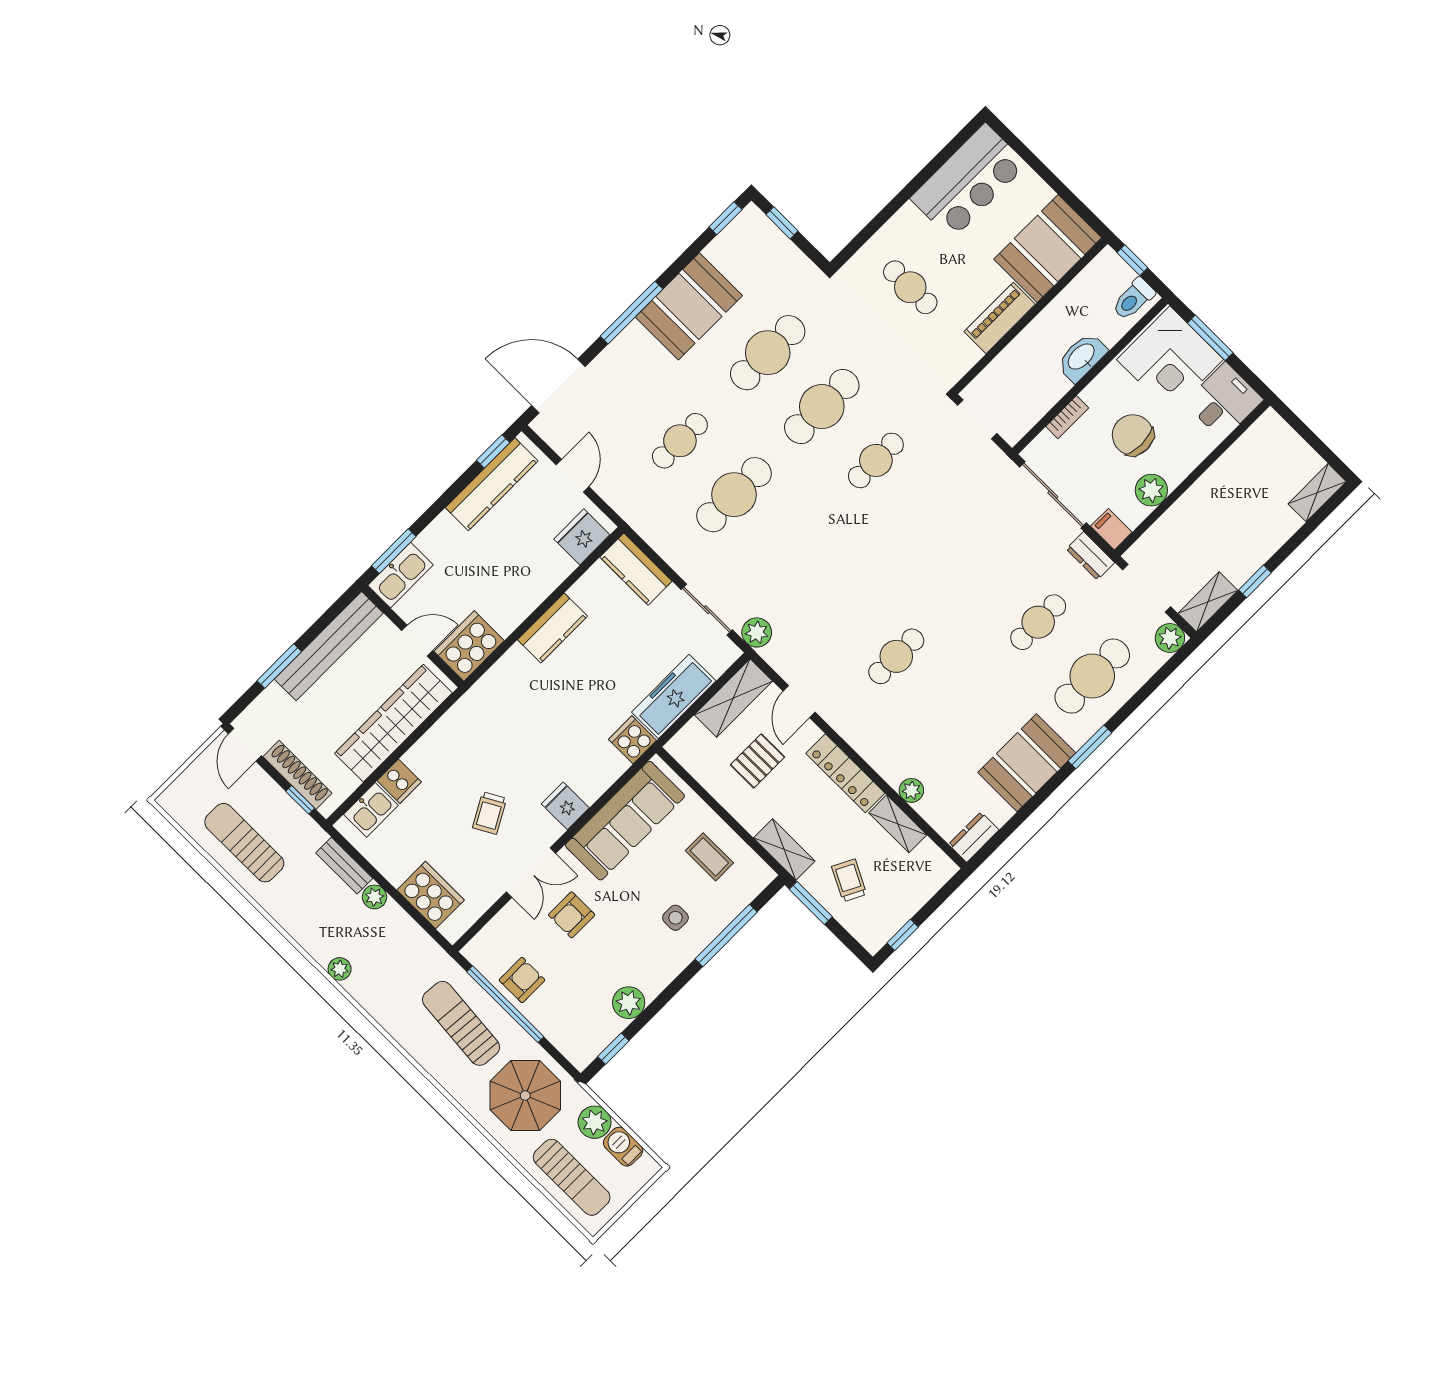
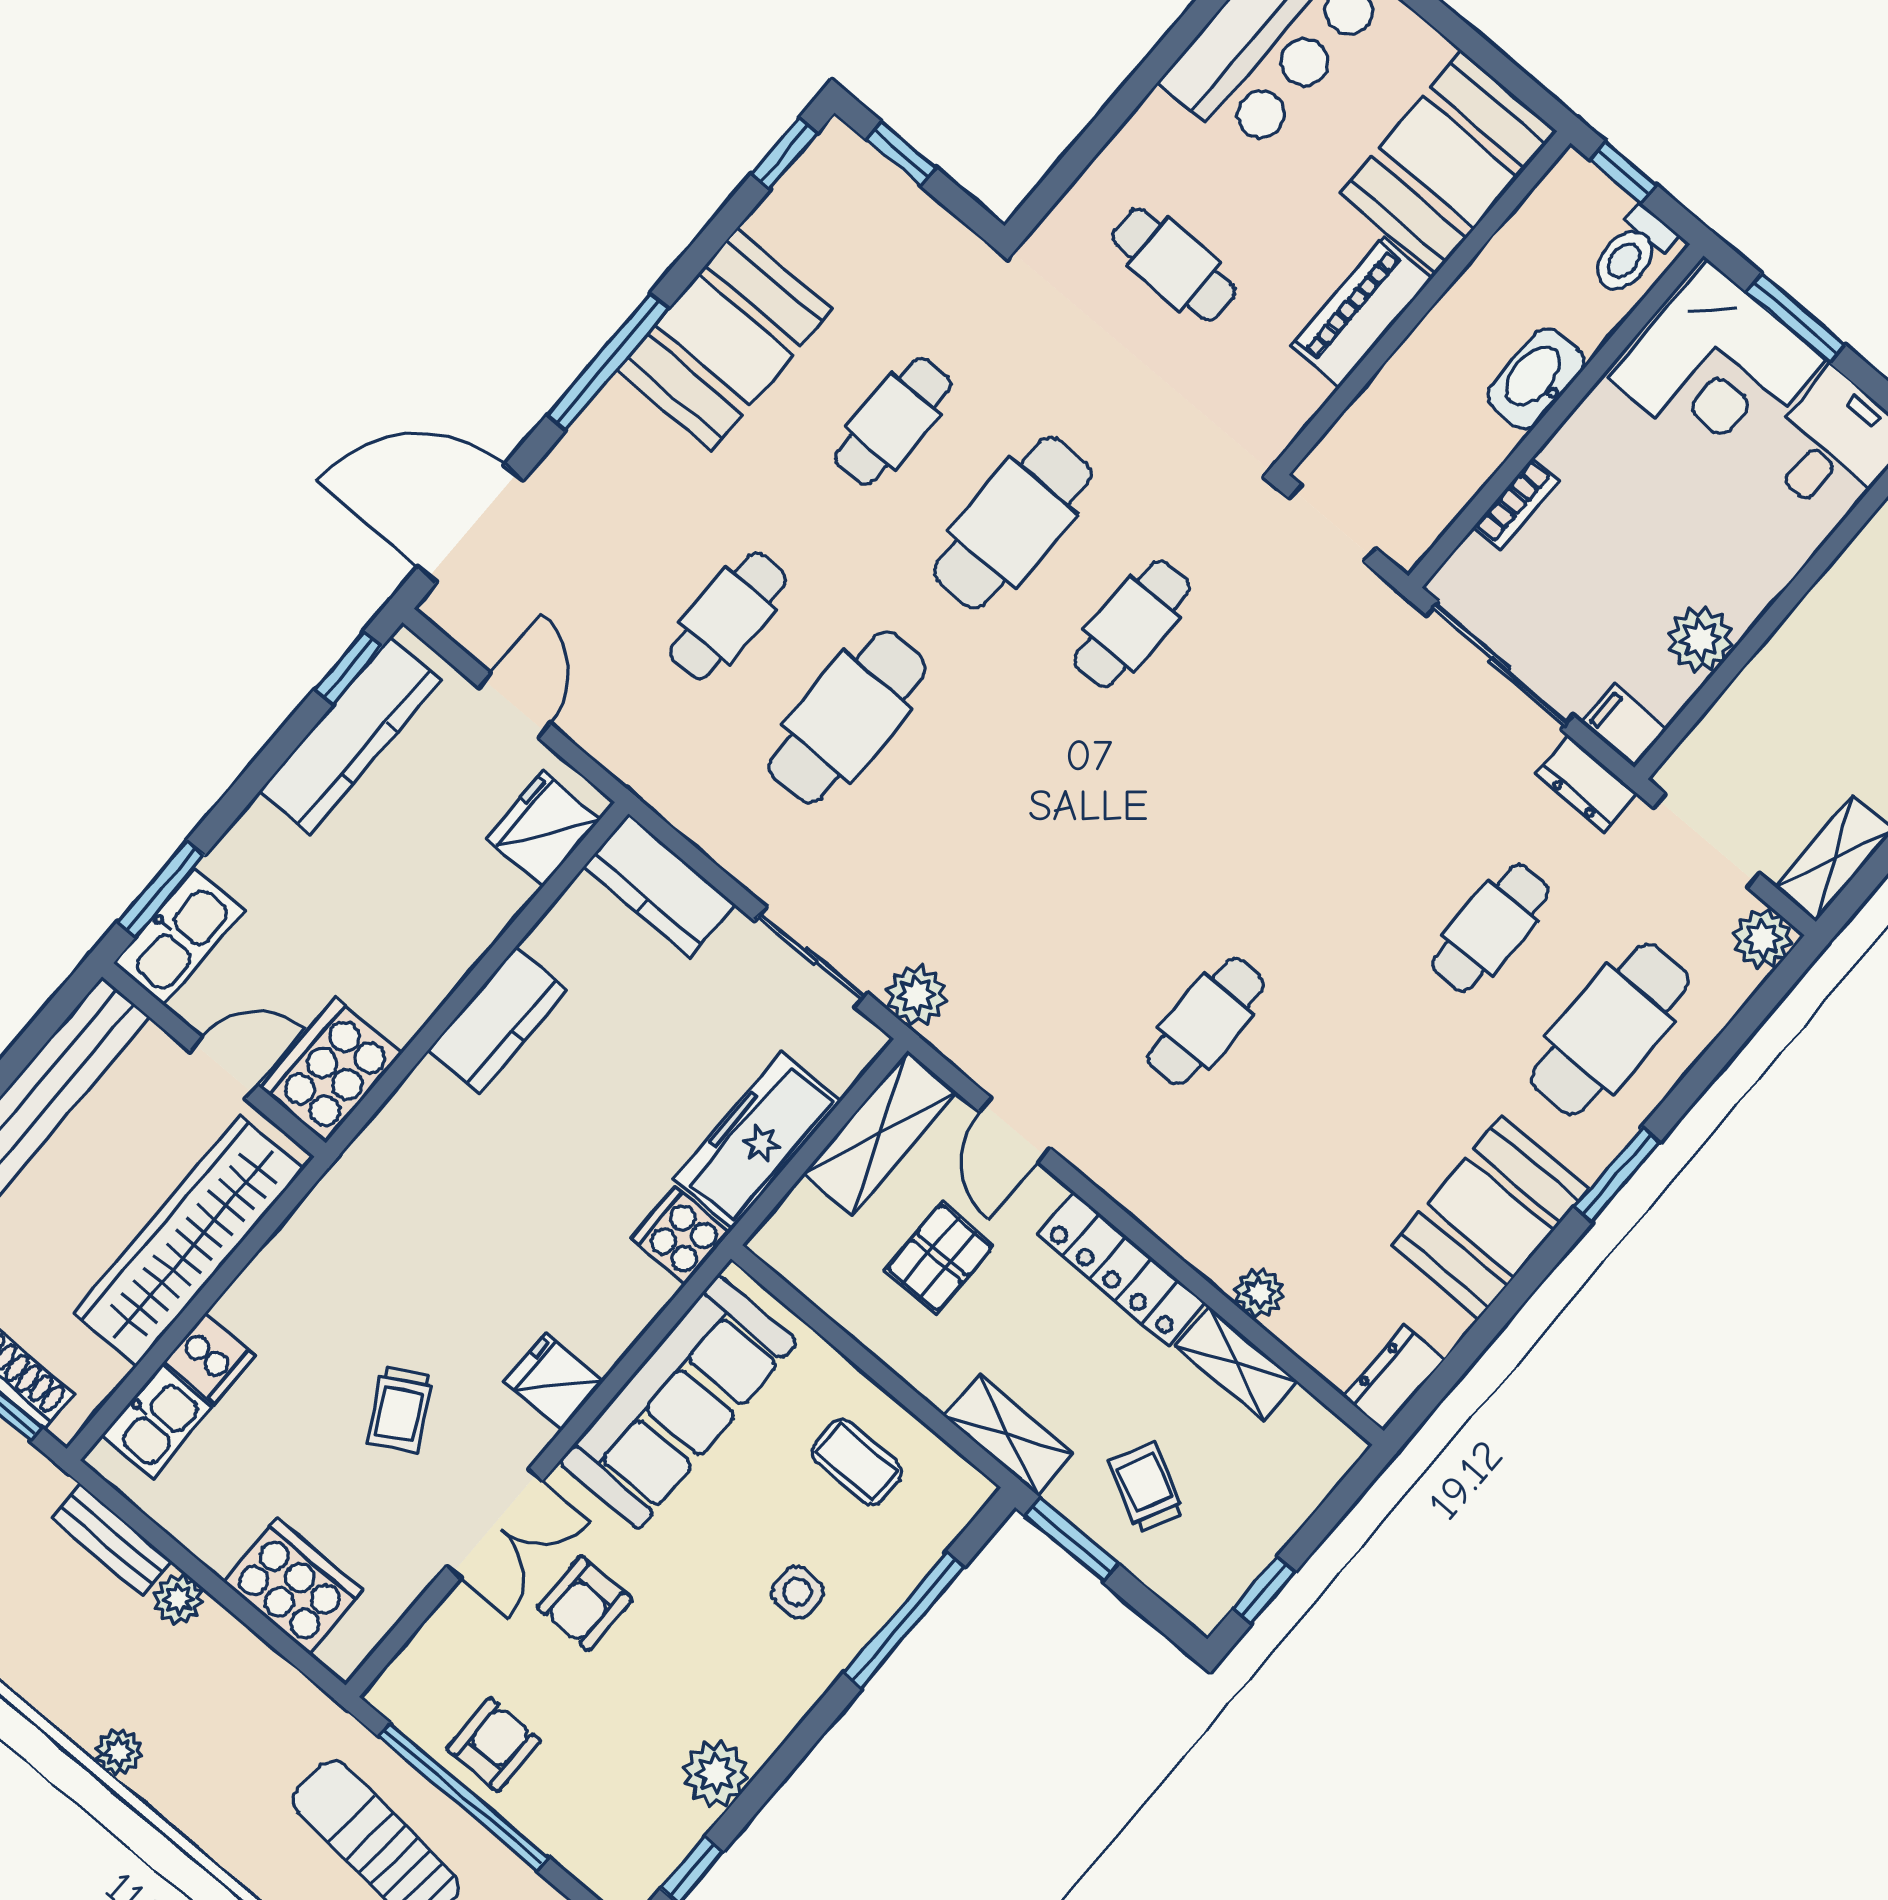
cafe table: (768, 353) -> (893, 421), width x0.73, depth x0.74
chair: (1133, 435) -> (1653, 530), removed

